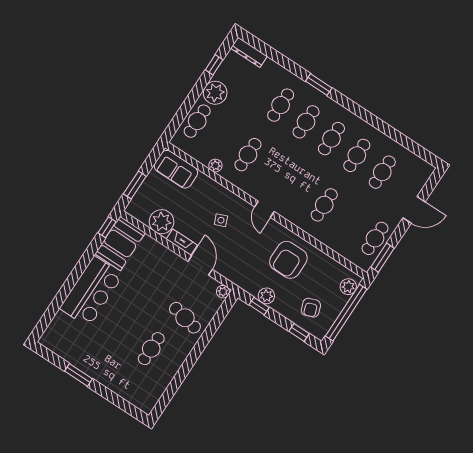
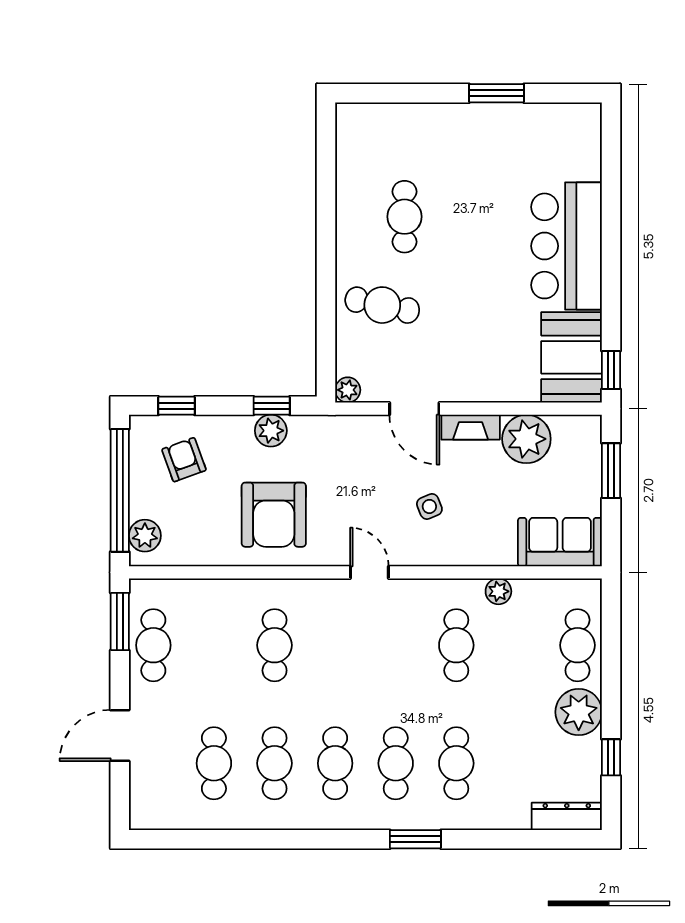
armchair: (288, 260) -> (274, 515), turned 180

